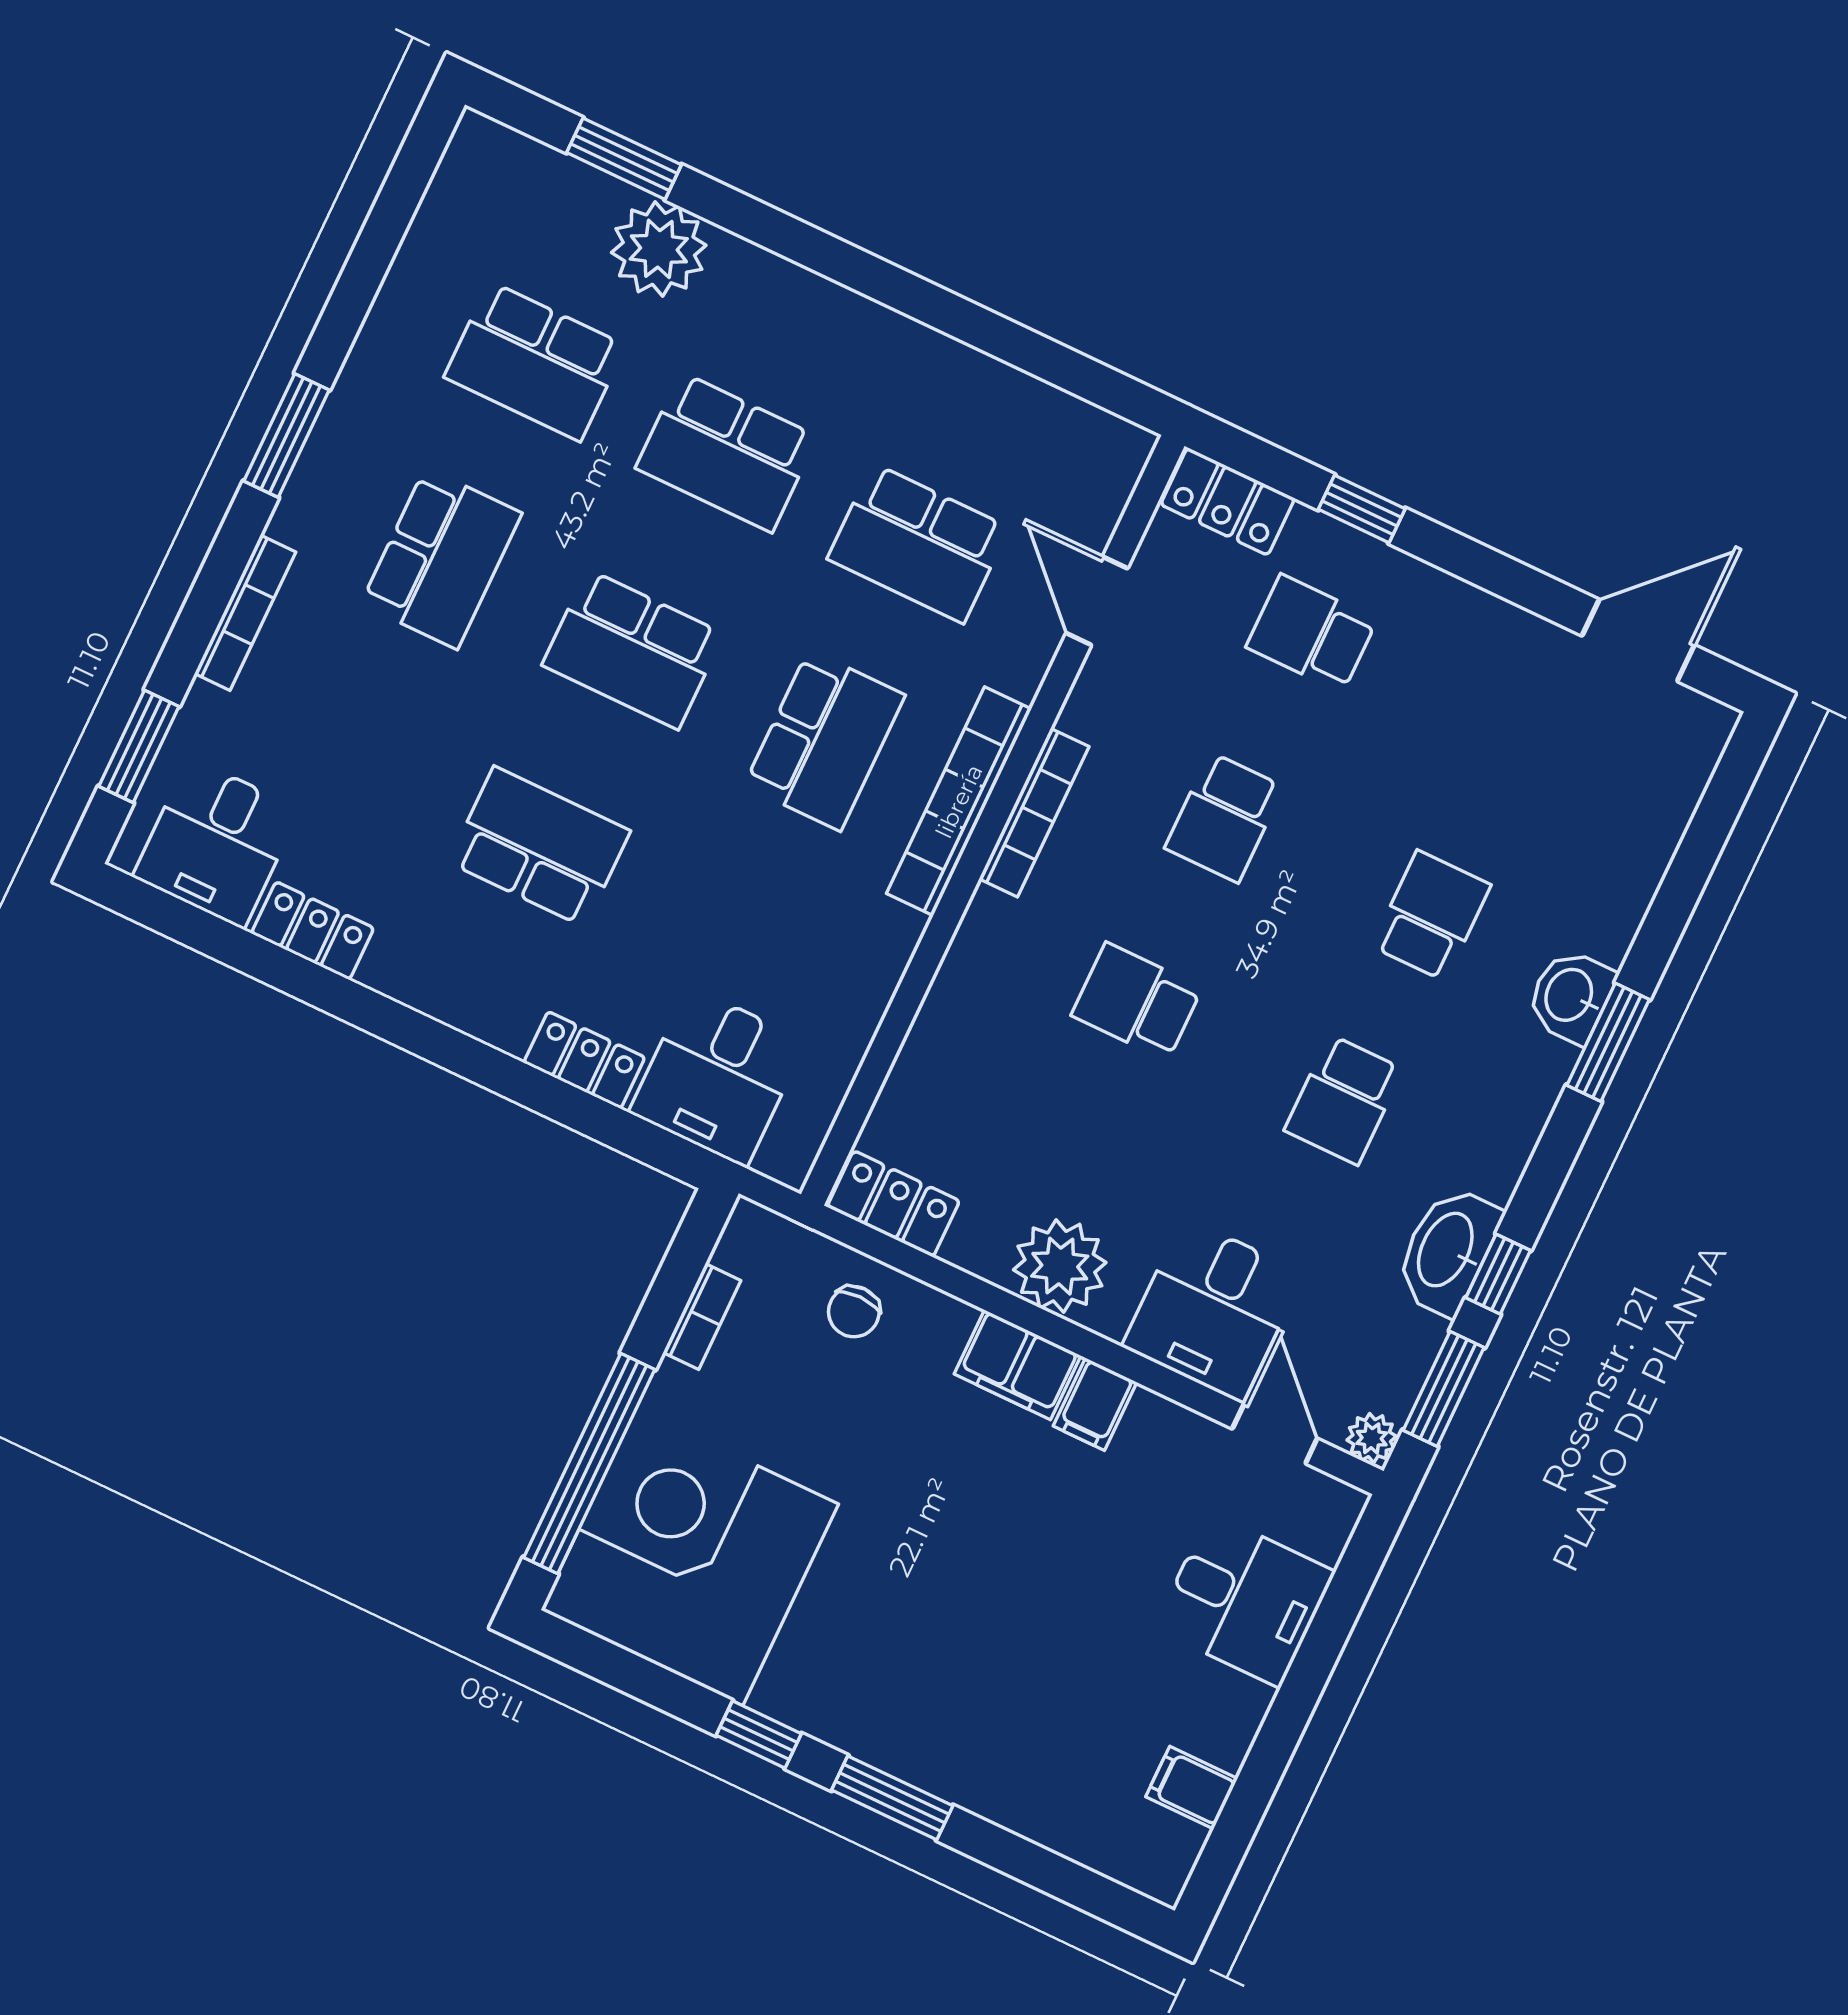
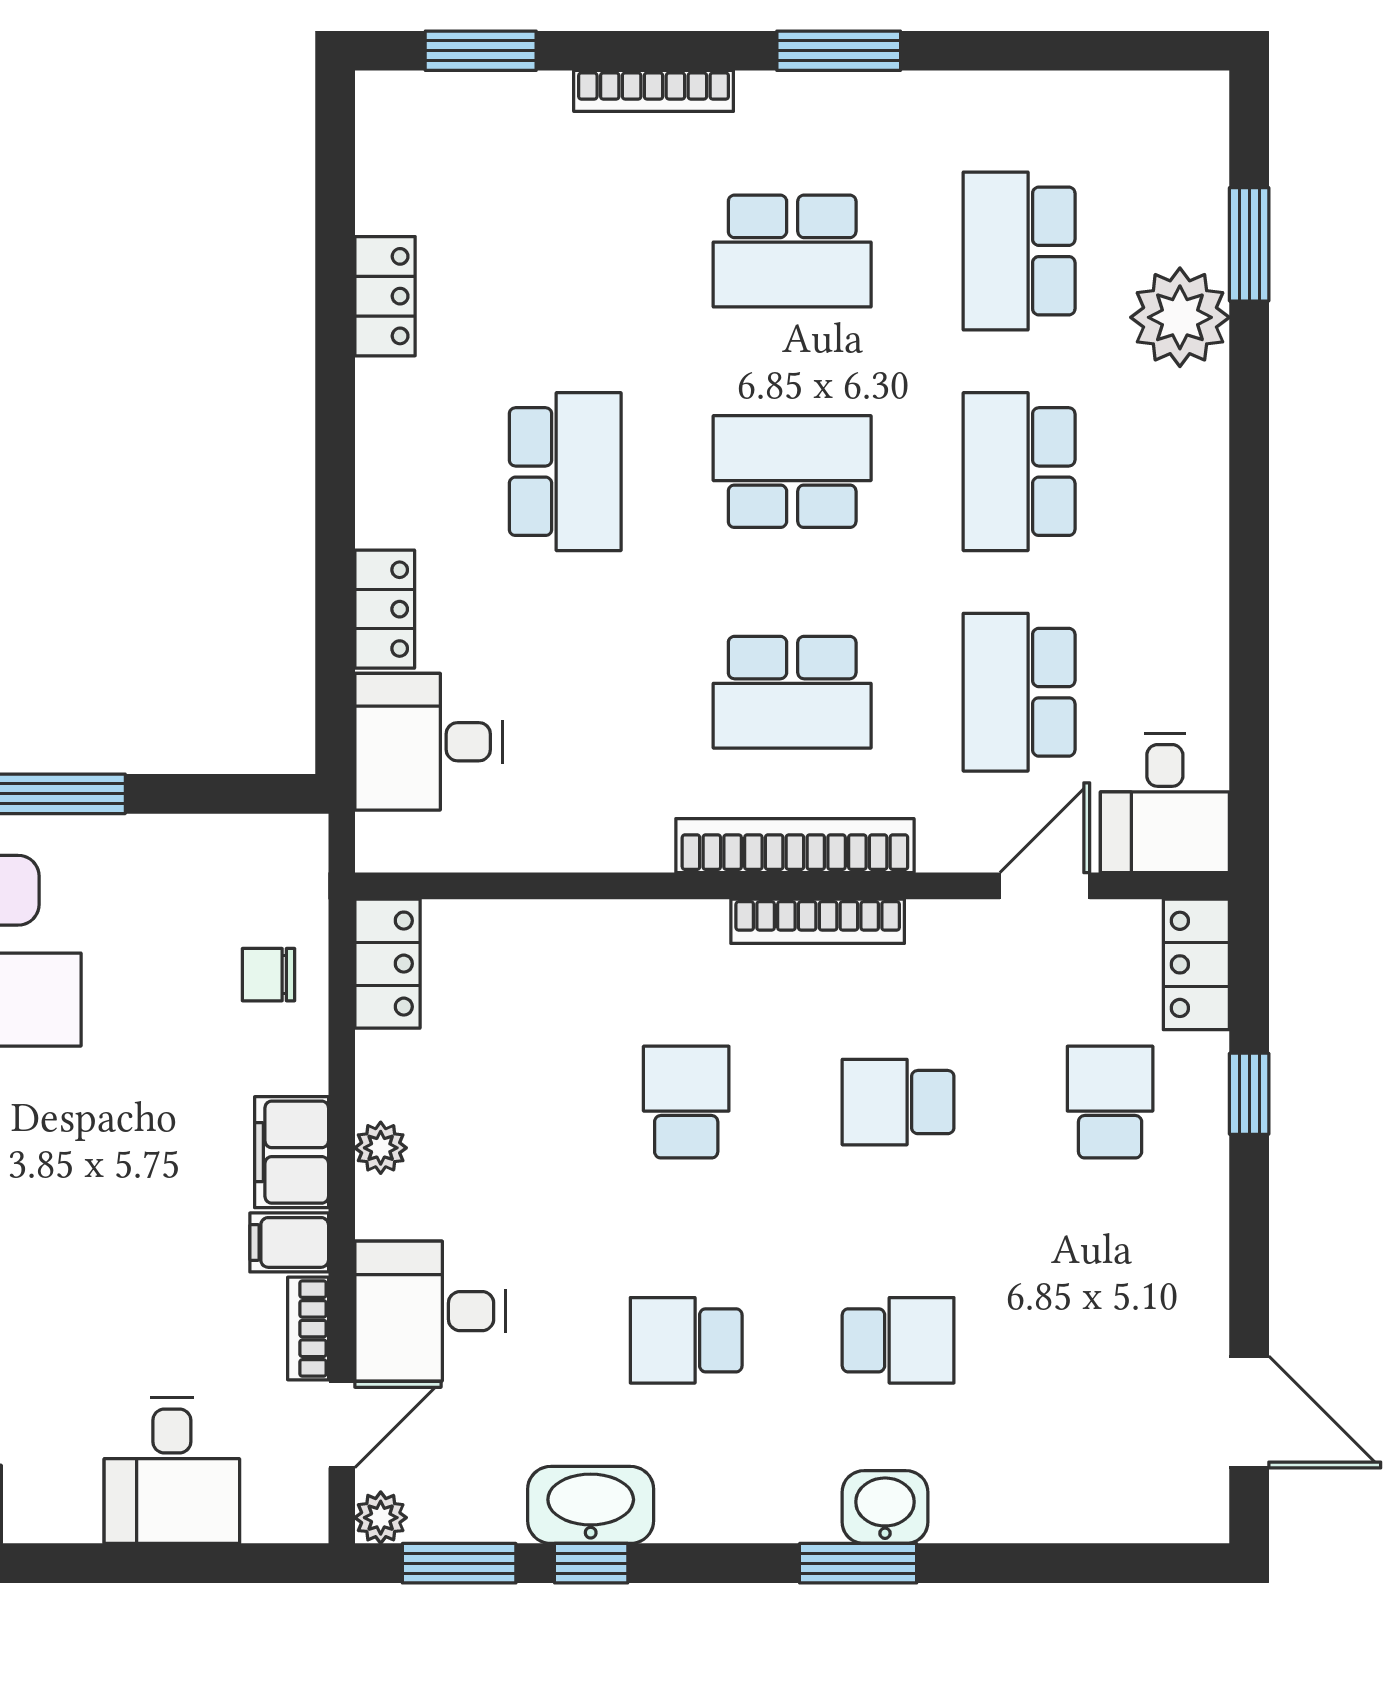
school desk: (633, 649) -> (792, 472), turned 90
desk: (216, 843) -> (1165, 803), moved, turned -90
plant: (1060, 1266) -> (381, 1148), width x0.53, depth x0.53
bookcase: (702, 1317) -> (308, 1329), moved, turned 90

